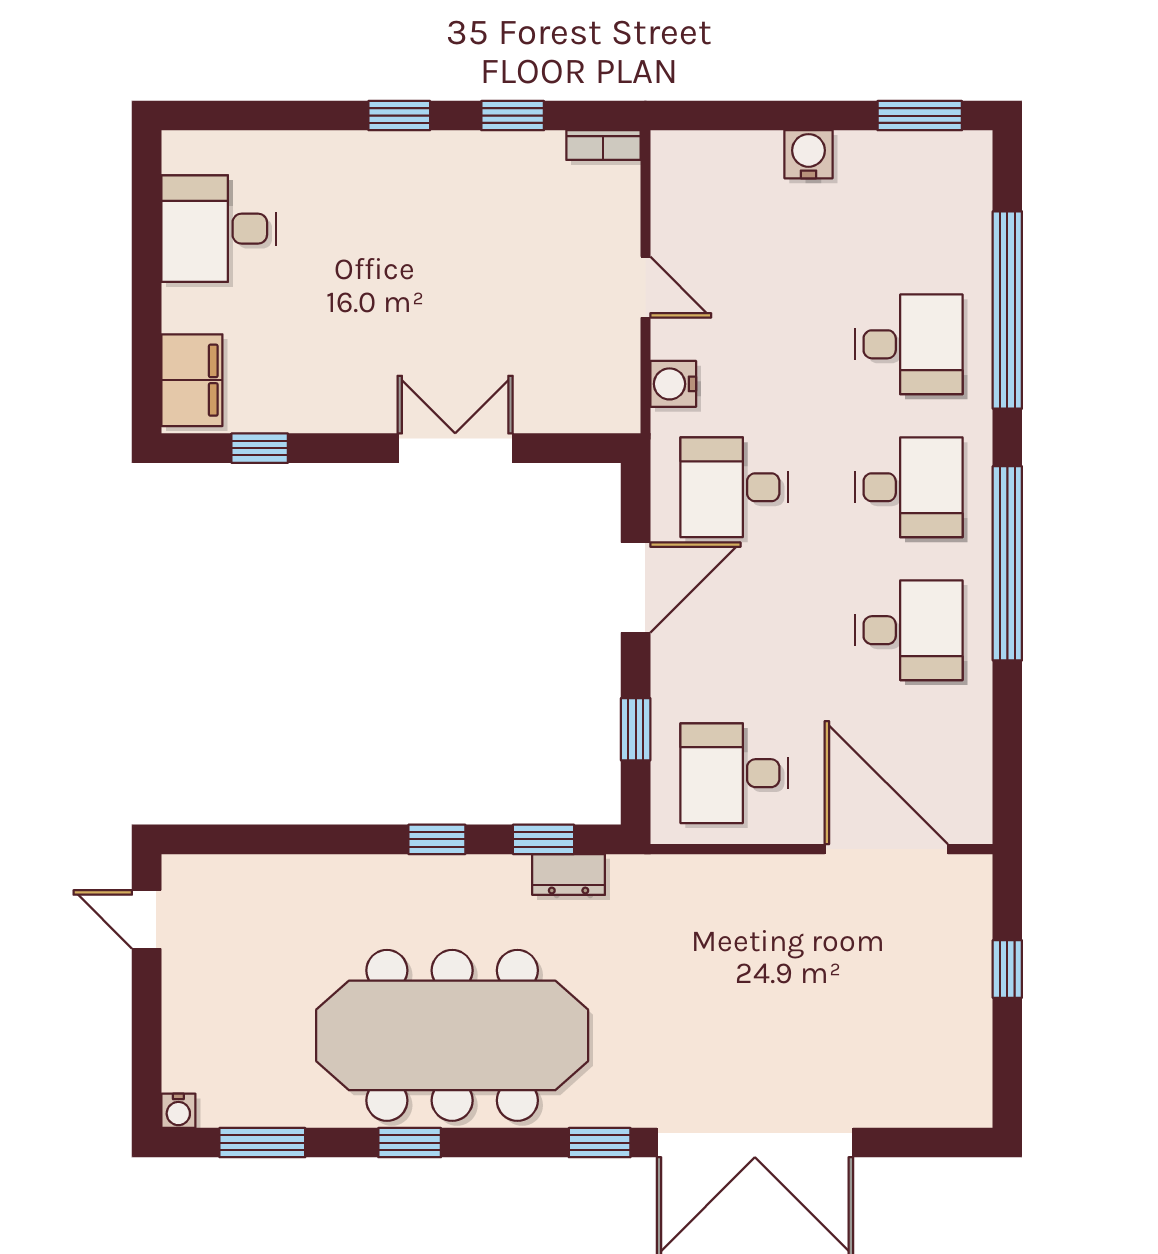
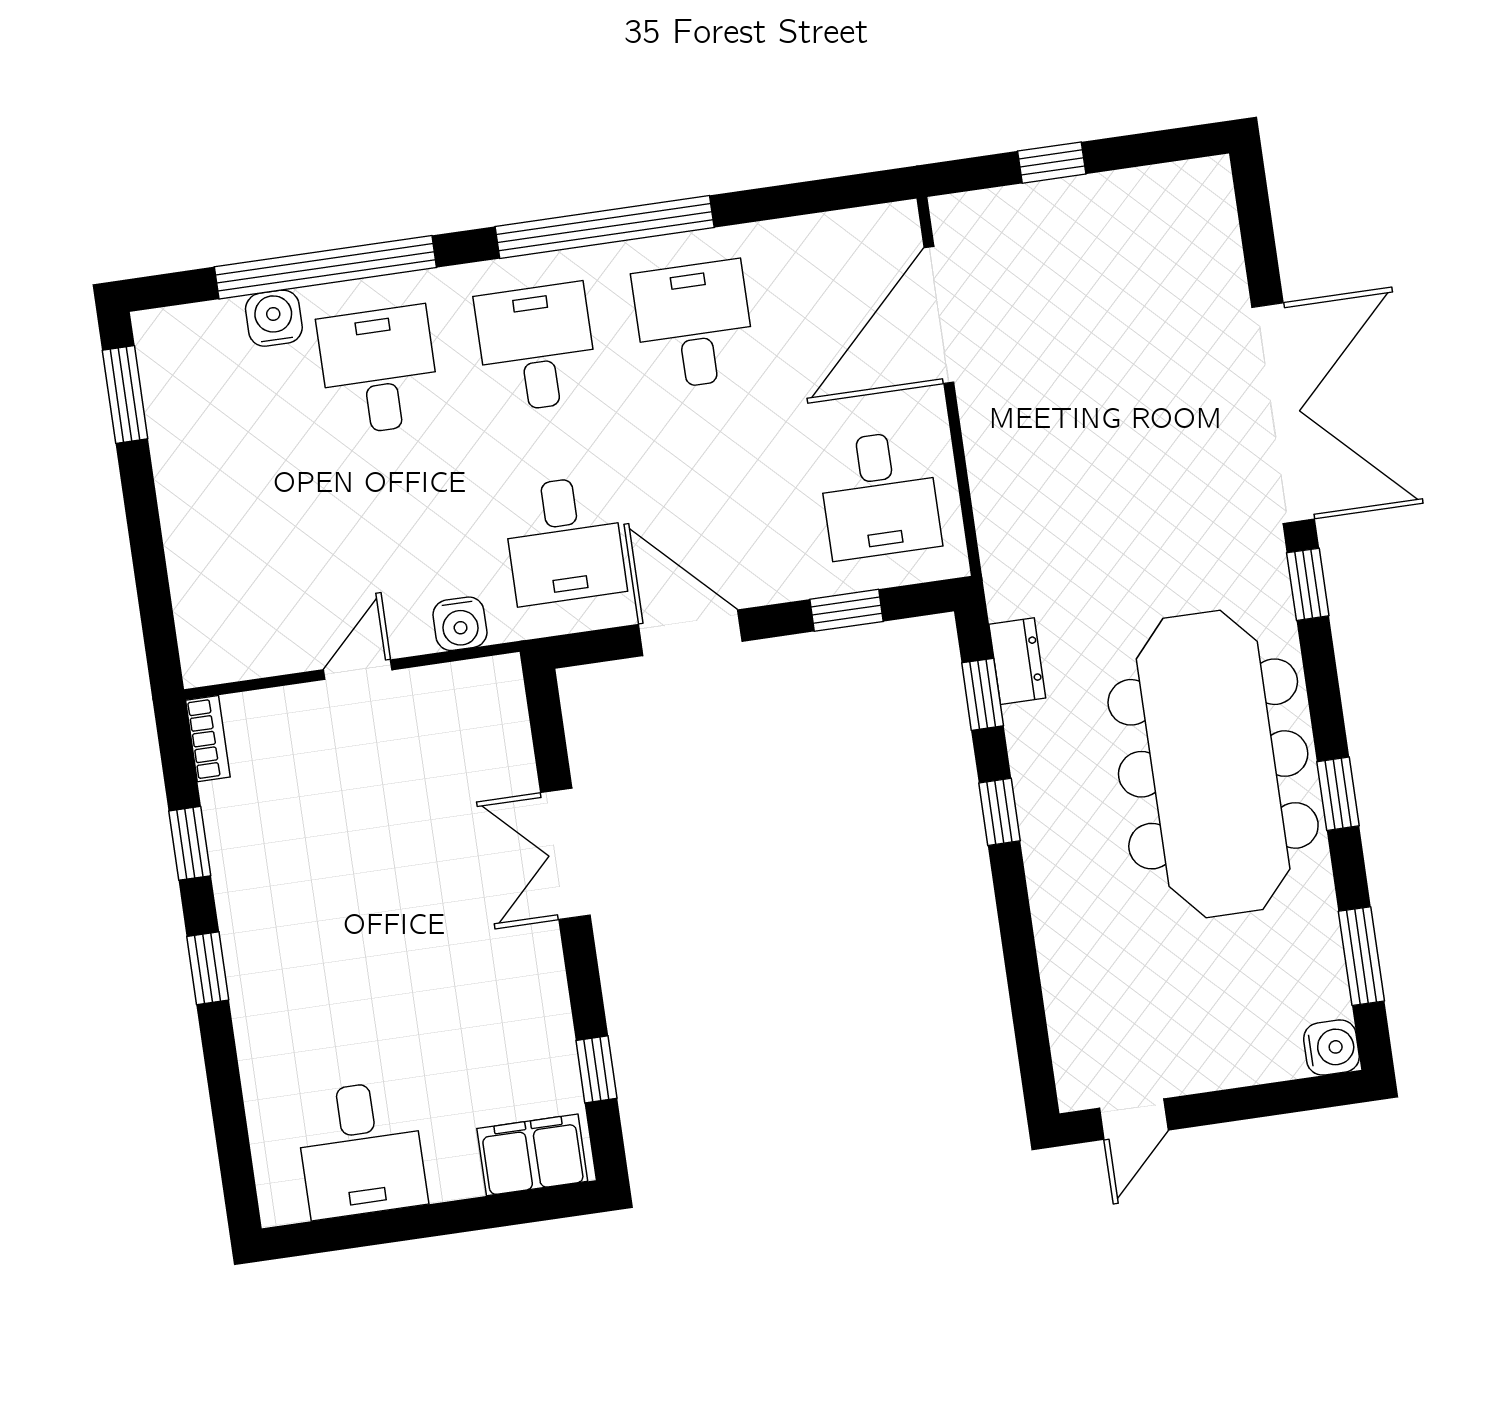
water cooler: (808, 154) -> (274, 318), moved, turned 90
water cooler: (178, 1111) -> (1331, 1048), width x1.38, depth x1.38

